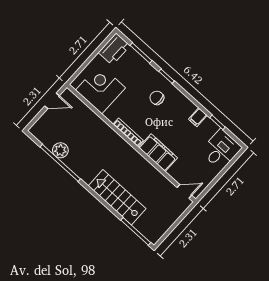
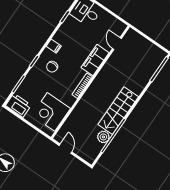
filing cabinet: (198, 117) -> (54, 46), moved
door: (184, 191) -> (117, 44), moved
stairs: (117, 197) -> (118, 111), moved

